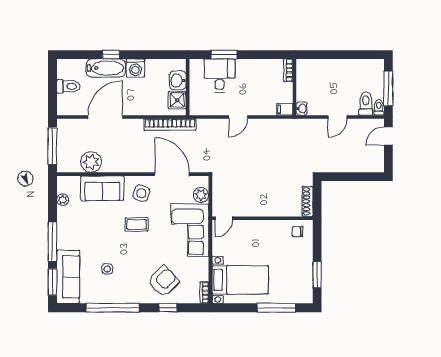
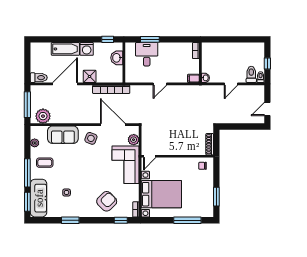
window: (111, 55) -> (108, 39), moved
toilet: (68, 86) -> (39, 78), moved
window: (388, 88) -> (267, 63), width x0.46
shower: (177, 100) -> (90, 76), moved
door: (388, 136) -> (267, 109), moved
plant: (91, 162) -> (43, 116), moved
coffee table: (137, 224) -> (45, 163), moved
bed with nightstands: (240, 280) -> (161, 194), width x1.36
window: (113, 308) -> (70, 220), width x0.47
window: (168, 308) -> (121, 220), moved

